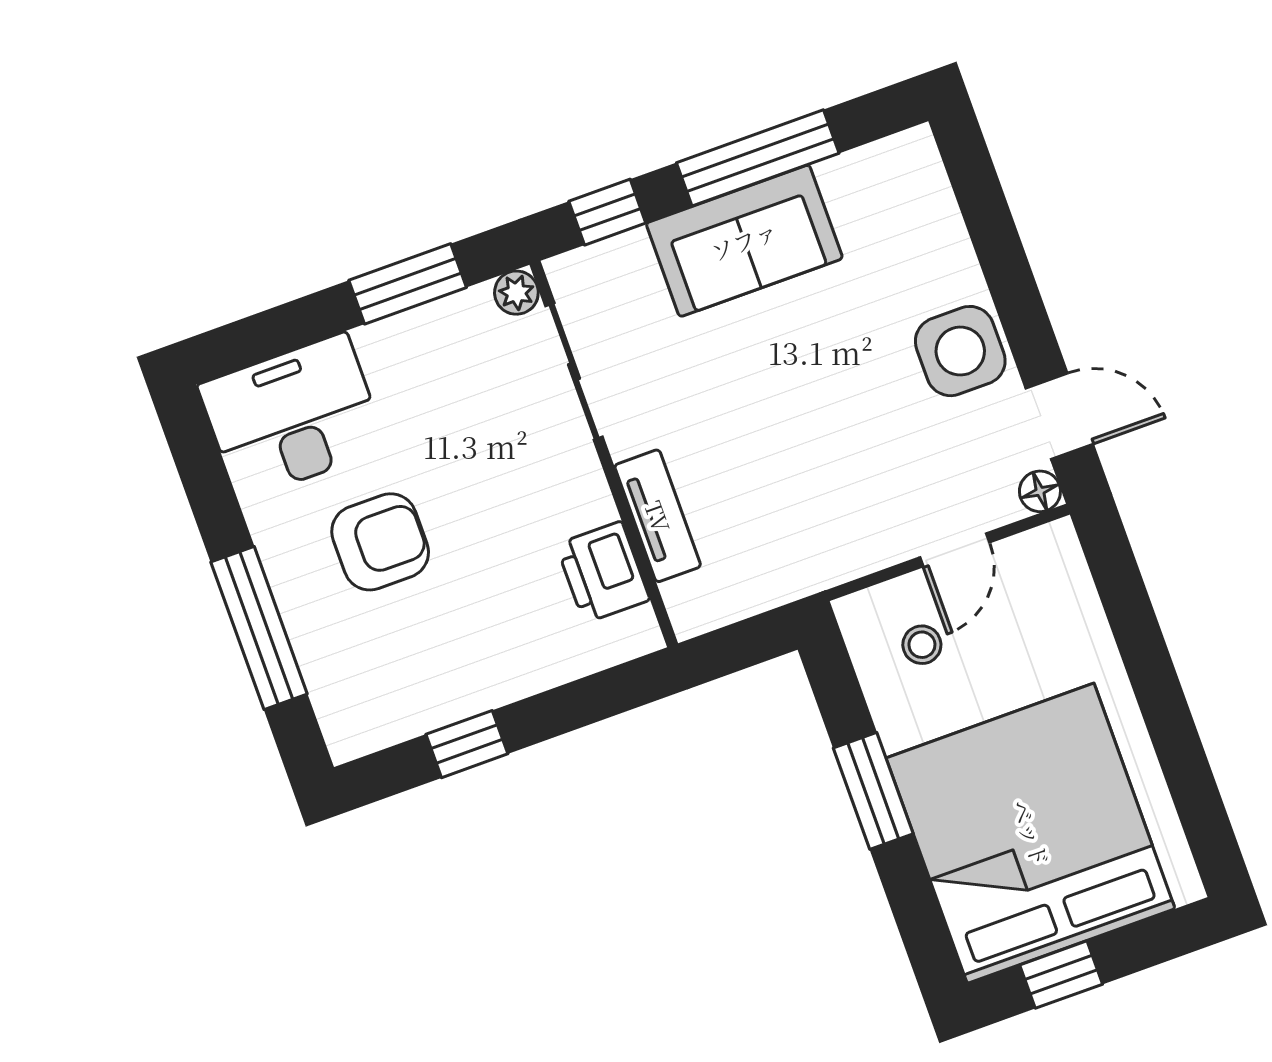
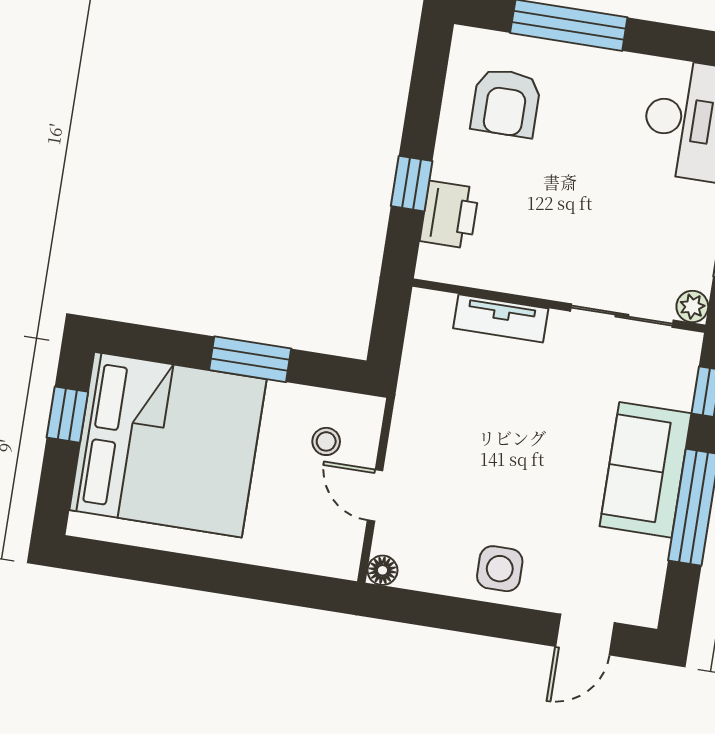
side table: (960, 351) -> (500, 569), width x0.73, depth x0.73
door: (1059, 416) -> (585, 635), moved
armchair: (380, 542) -> (506, 103), moved
printer: (603, 572) -> (450, 215), moved, turned 90
window: (467, 744) -> (412, 184), moved

